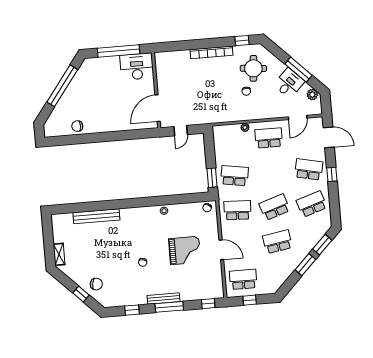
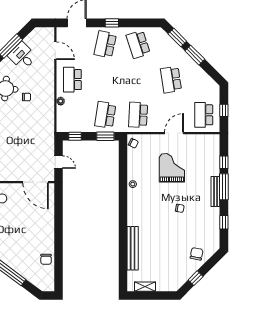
plant: (312, 95) -> (35, 35), removed
window: (209, 146) -> (75, 136), added
school desk: (275, 207) -> (138, 80), removed
shelving: (59, 254) -> (145, 287), moved
window: (81, 294) -> (196, 278), moved
window: (208, 304) -> (224, 162), moved

